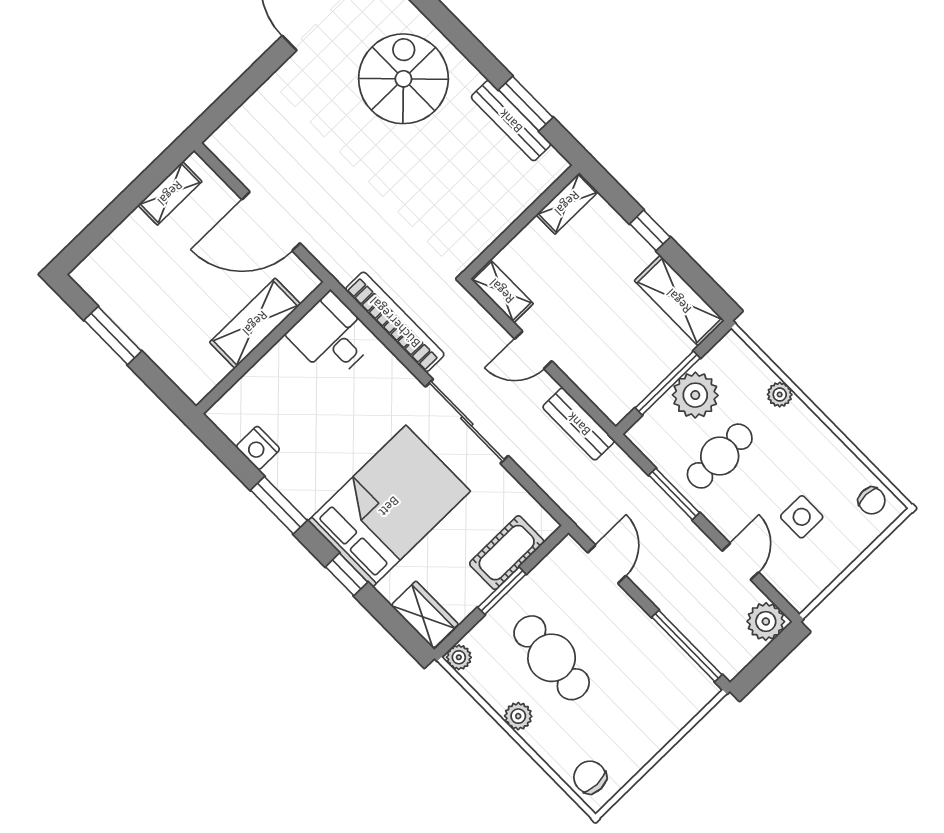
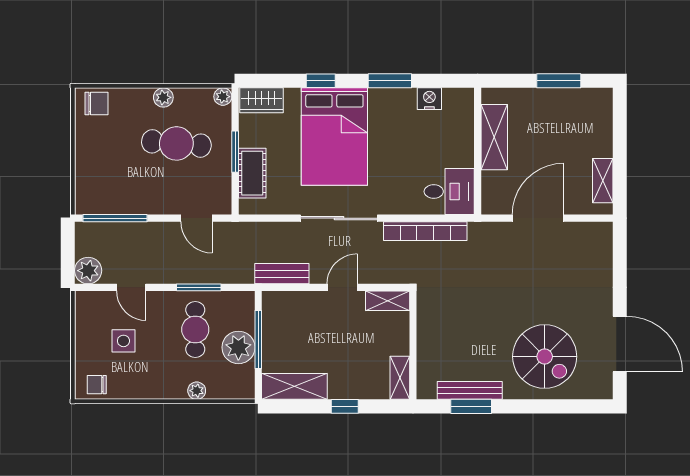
shelving: (255, 323) -> (494, 137), moved

